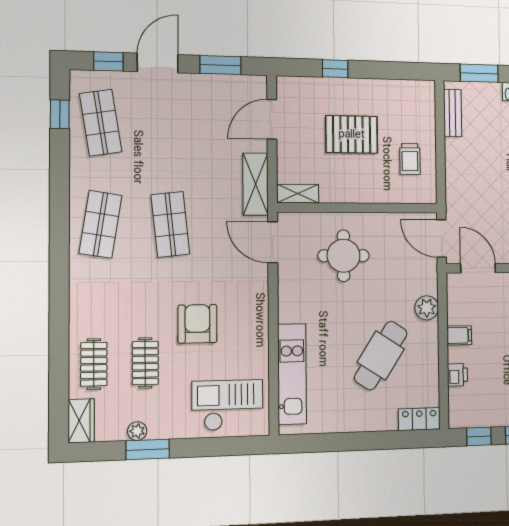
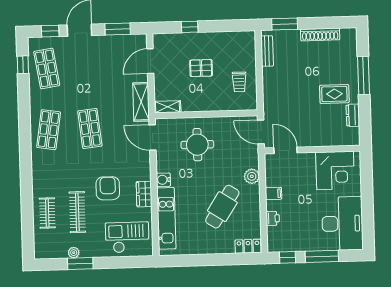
pallet: (352, 134) -> (201, 68), width x0.67, depth x0.71
water cooler: (289, 311) -> (163, 180), added
clothes rail: (145, 363) -> (77, 212), width x1.36
wardrobe: (81, 421) -> (144, 194), moved, turned 180

